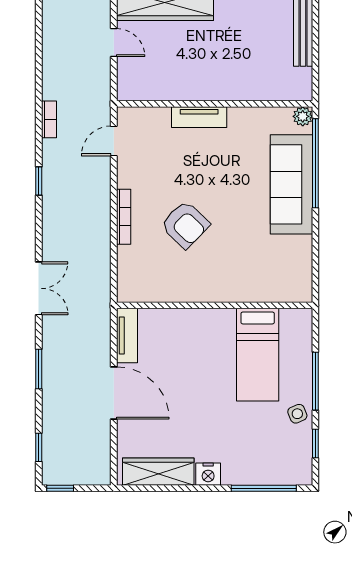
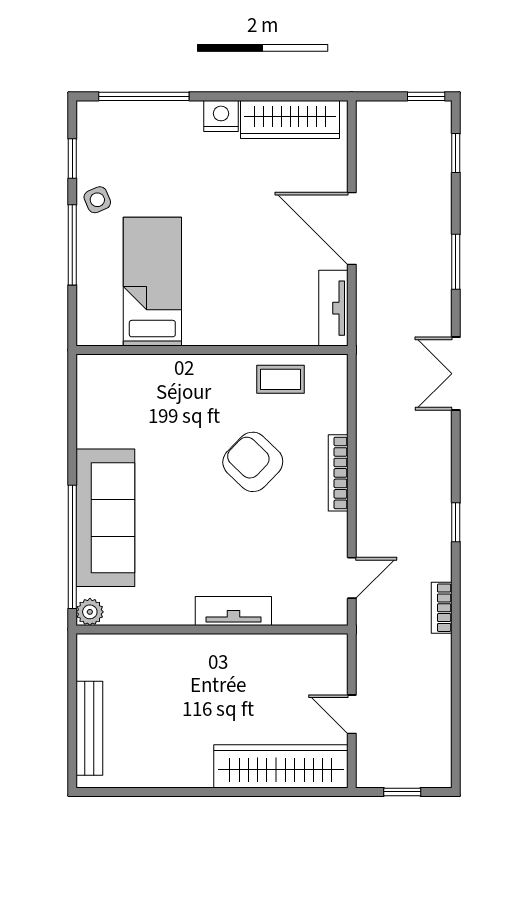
coffee table: (165, 284) -> (281, 379), added

